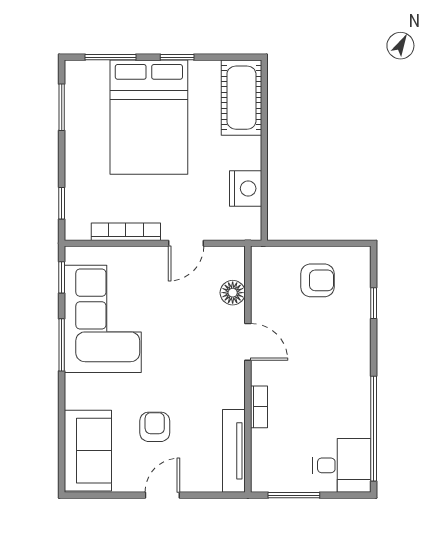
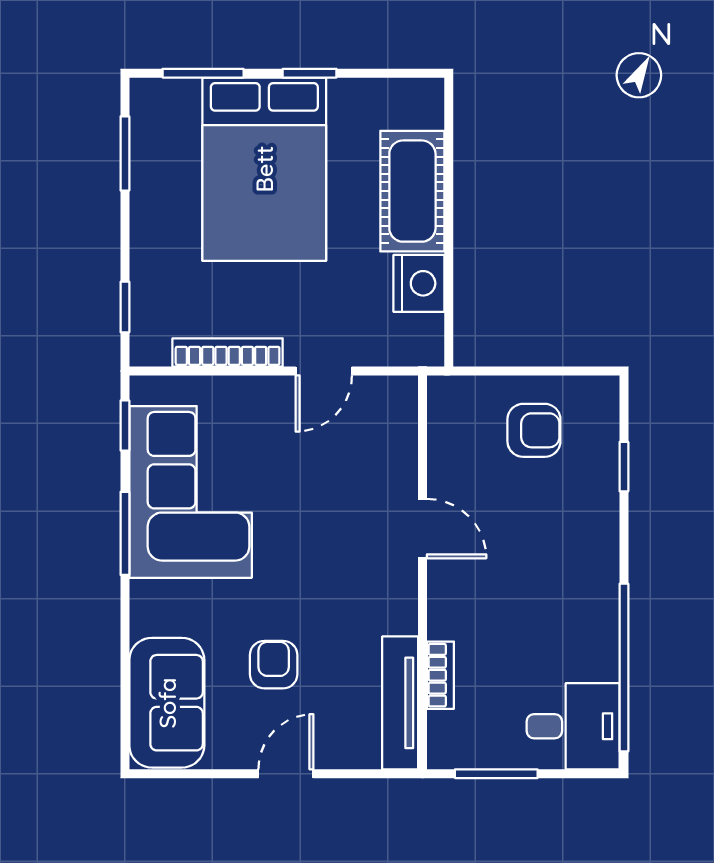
cot: (241, 98) -> (412, 191), moved
floor lamp: (233, 293) -> (398, 450), removed
bookcase: (259, 407) -> (440, 675), moved

